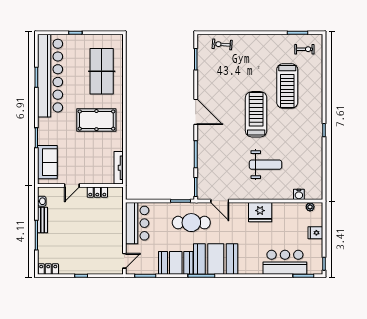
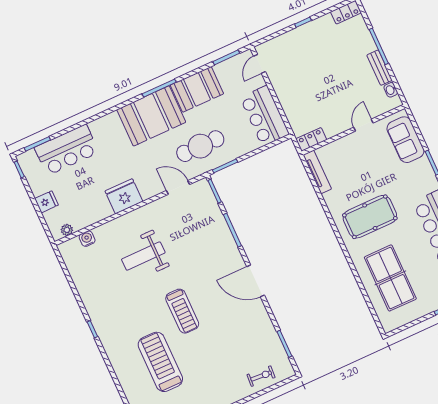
treadmill: (256, 114) -> (182, 311), width x0.73, depth x0.73
locker: (97, 192) -> (311, 139), moved

